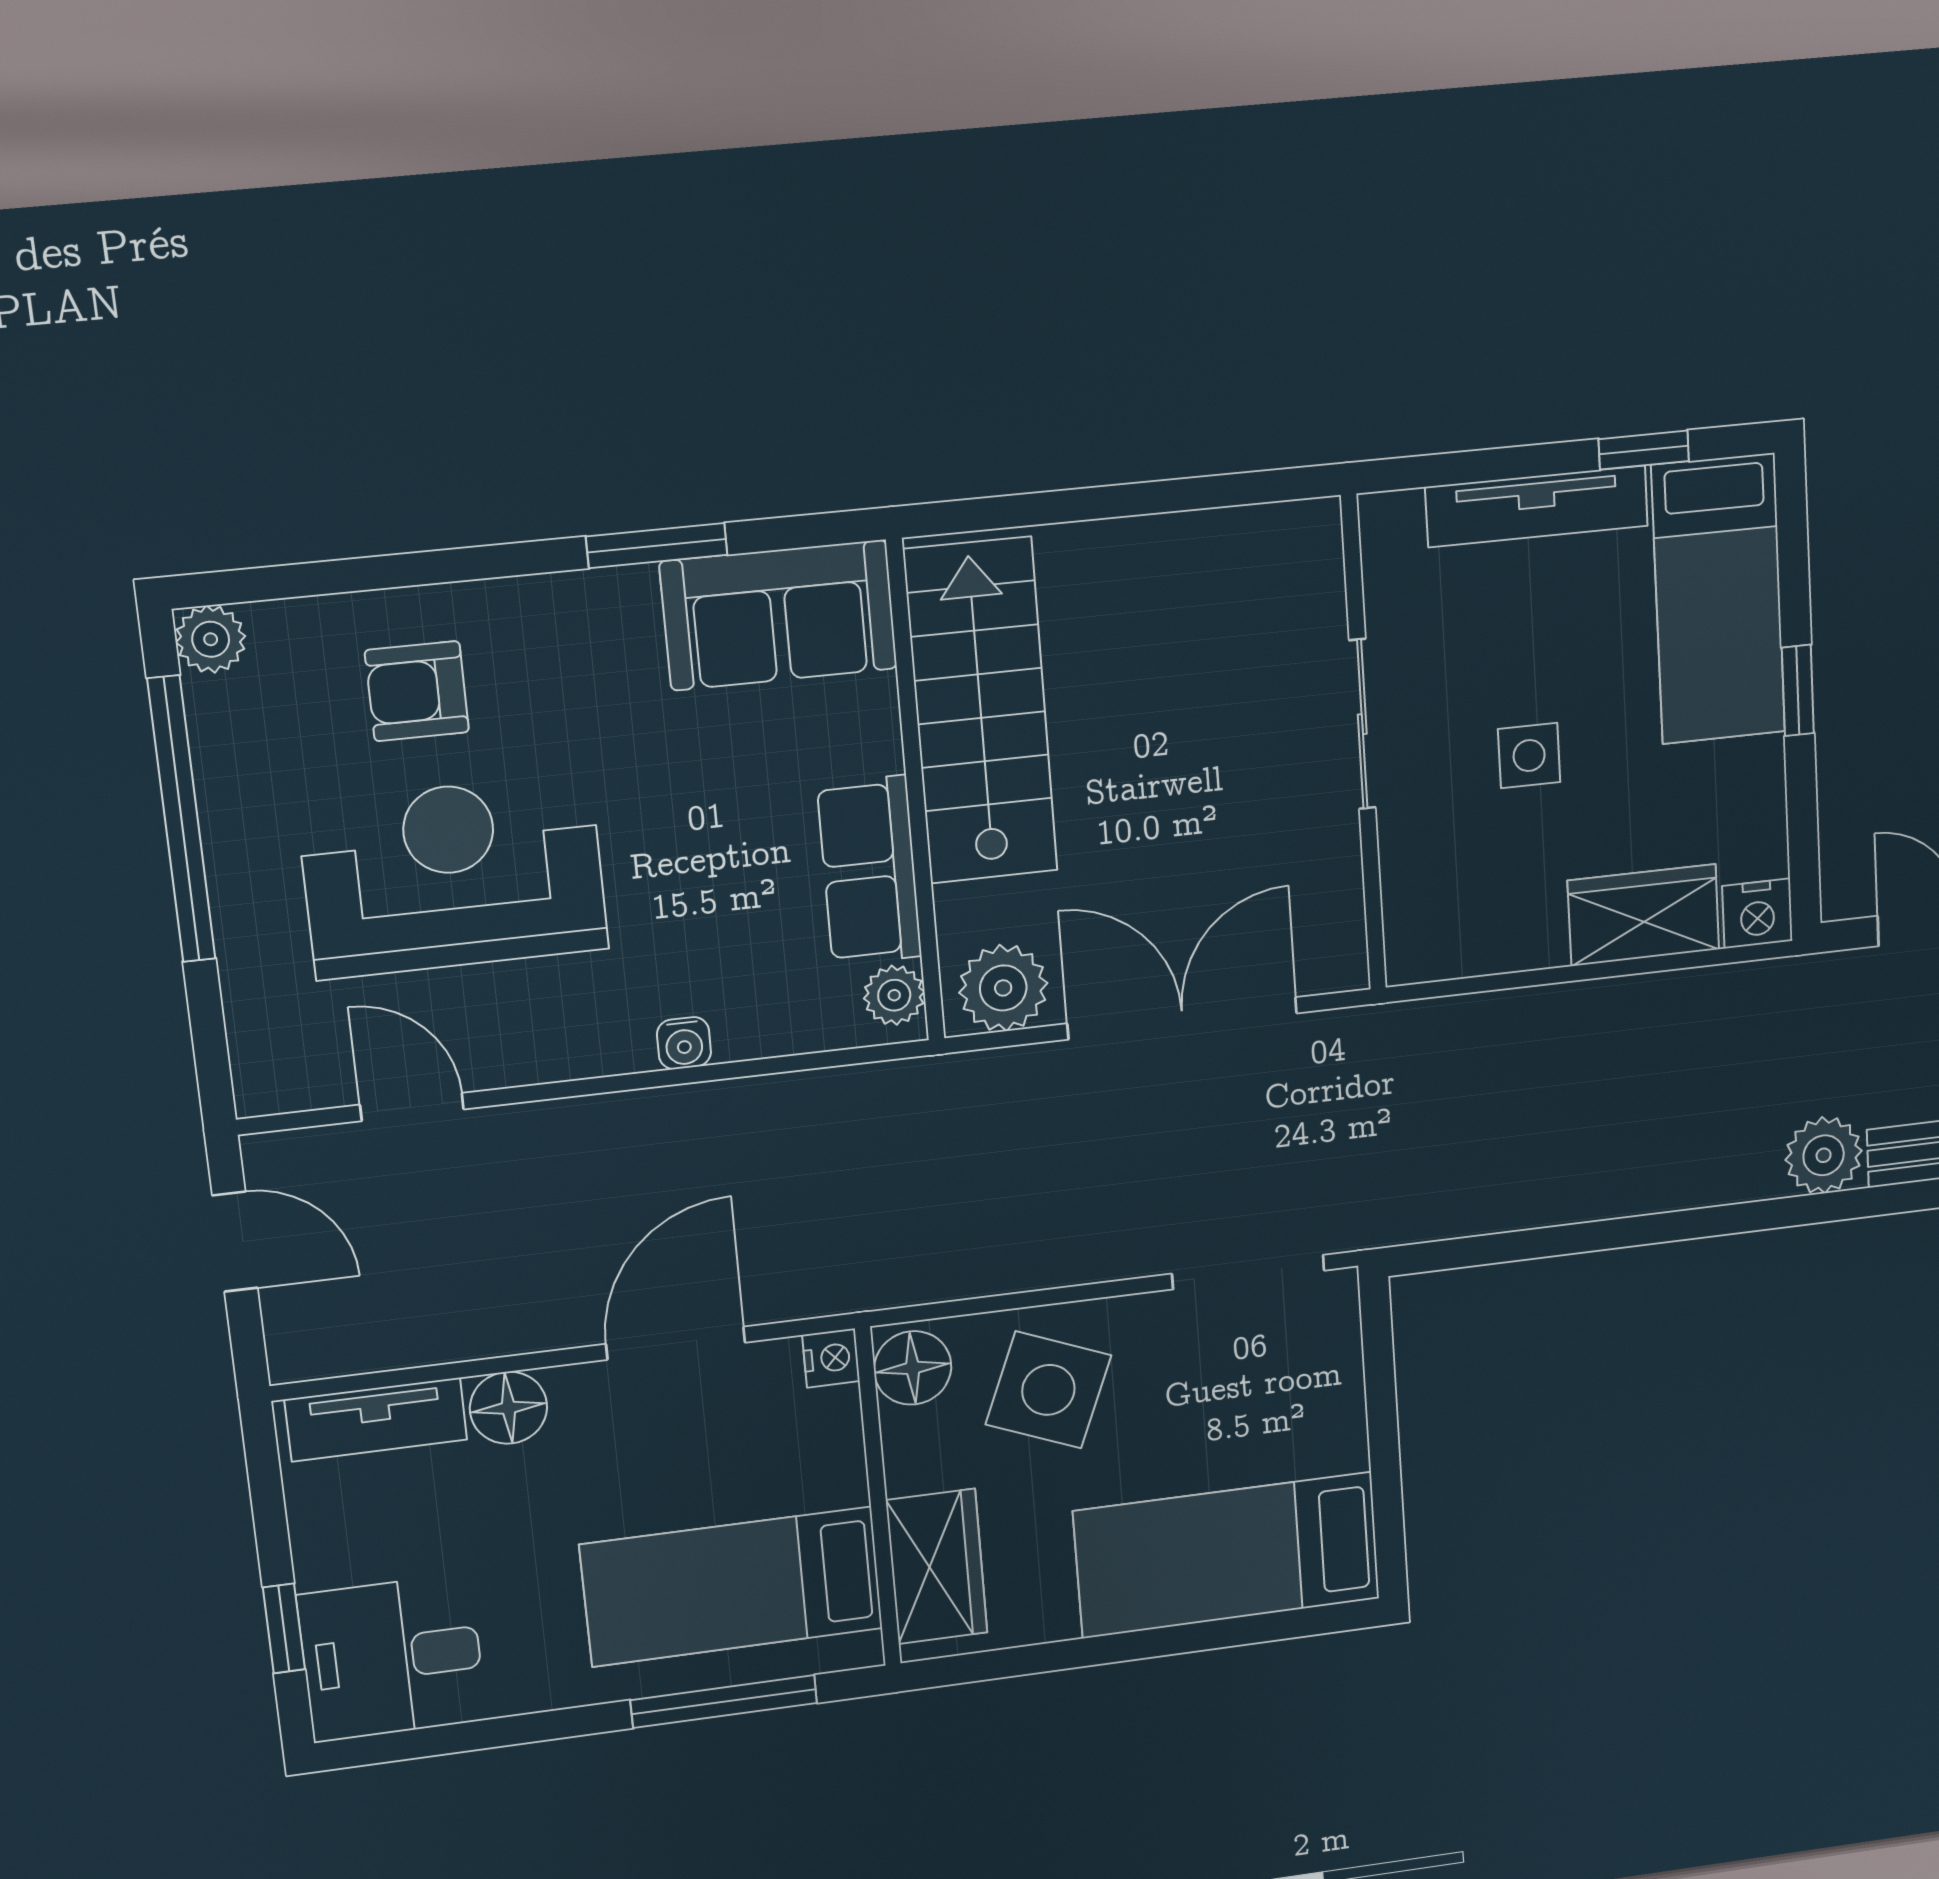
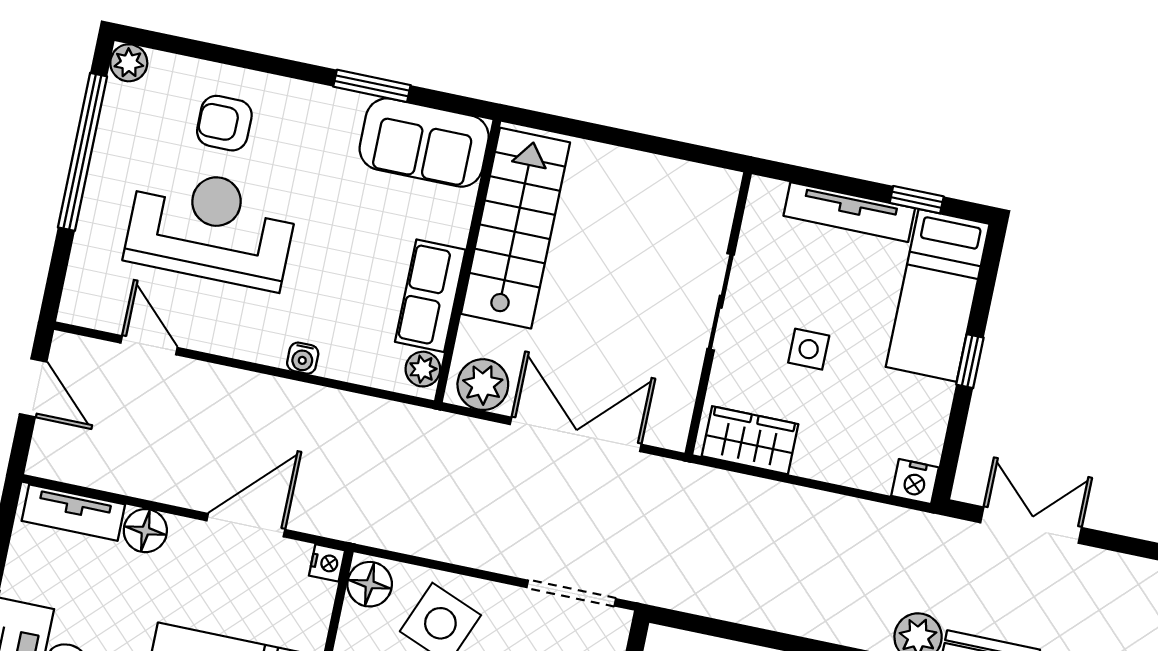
wardrobe: (1644, 915) -> (750, 440), moved

